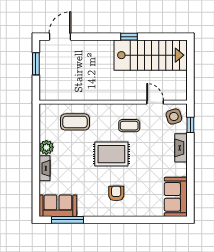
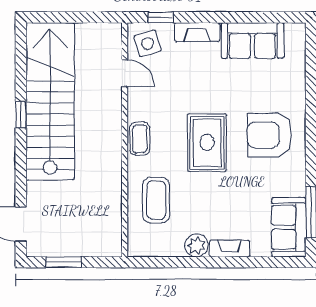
stairs: (151, 55) -> (50, 101), width x1.36
door: (155, 102) -> (125, 73), swing flipped
coffee table: (129, 126) -> (140, 139), moved
armchair: (116, 193) -> (269, 135), width x1.88, depth x1.88
sofa: (176, 197) -> (252, 41), moved

